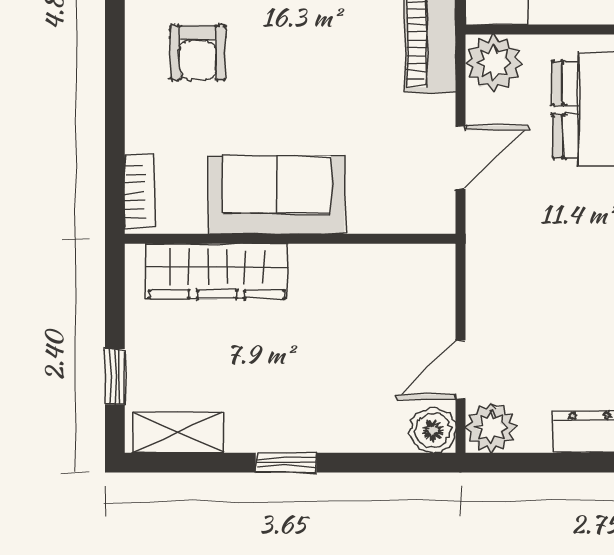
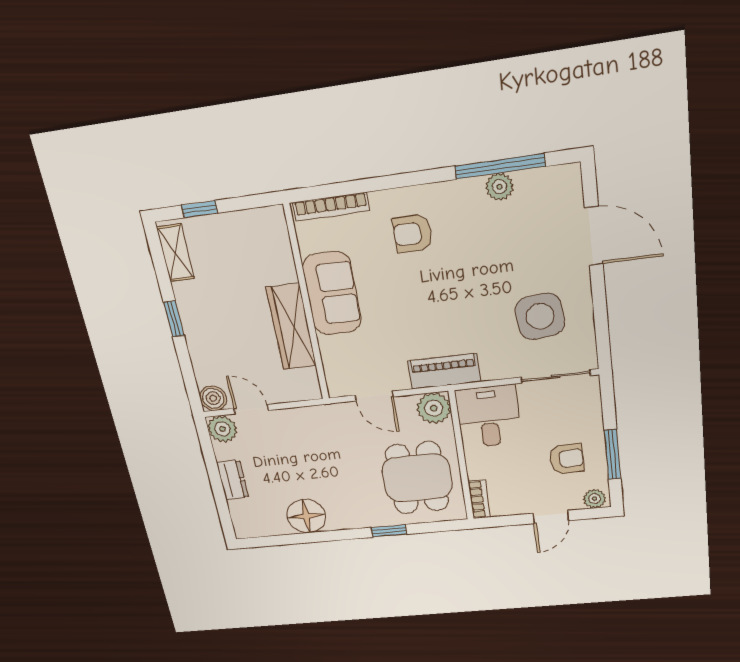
bookcase: (139, 191) -> (331, 207), width x1.56
wardrobe: (217, 271) -> (291, 327), moved

